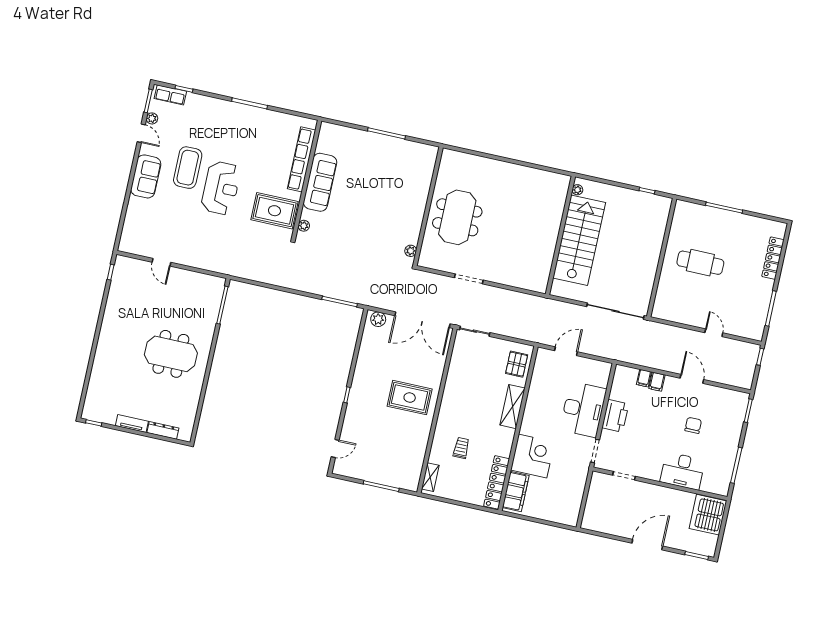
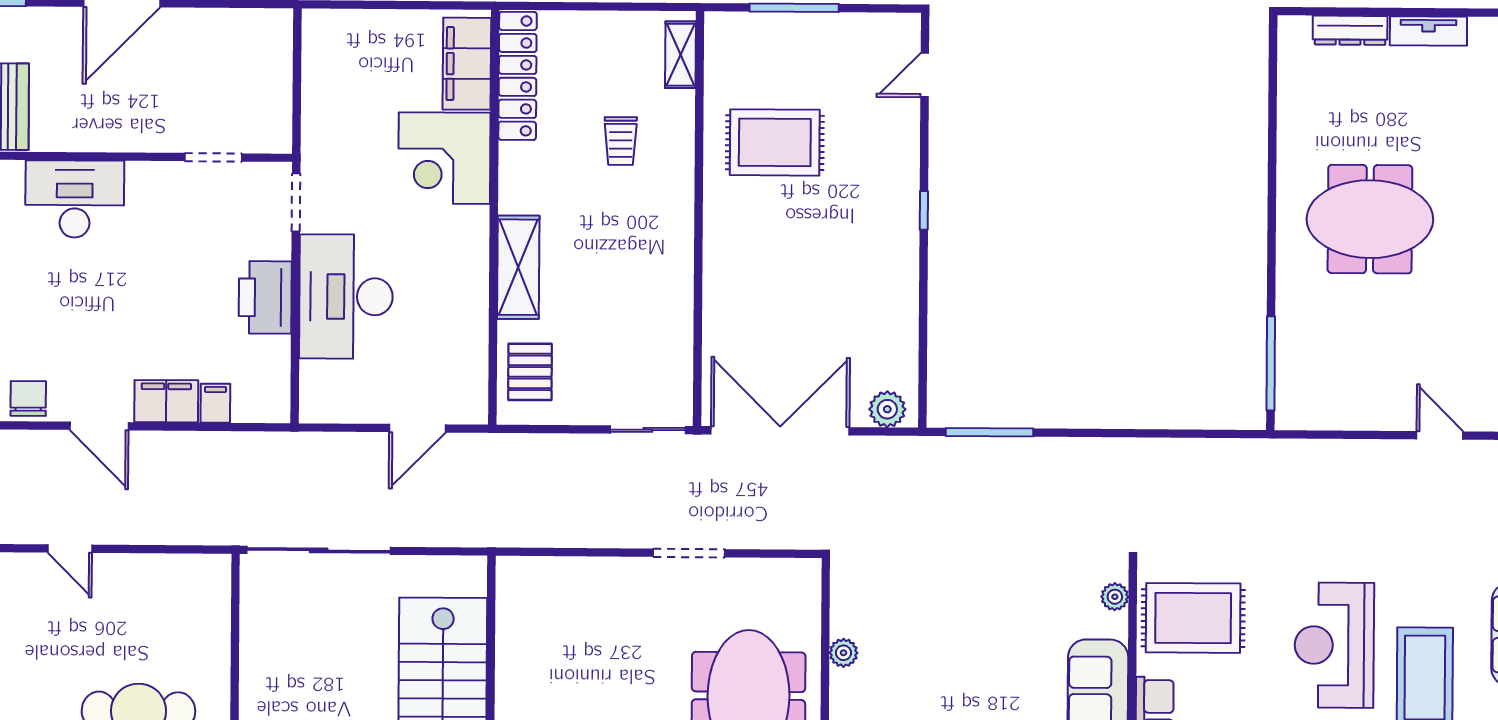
plant: (411, 251) -> (843, 653), moved
filing cabinet: (657, 382) -> (166, 401), width x2.00
rug: (410, 398) -> (775, 142), moved
chair: (693, 425) -> (28, 399), moved, turned 180

